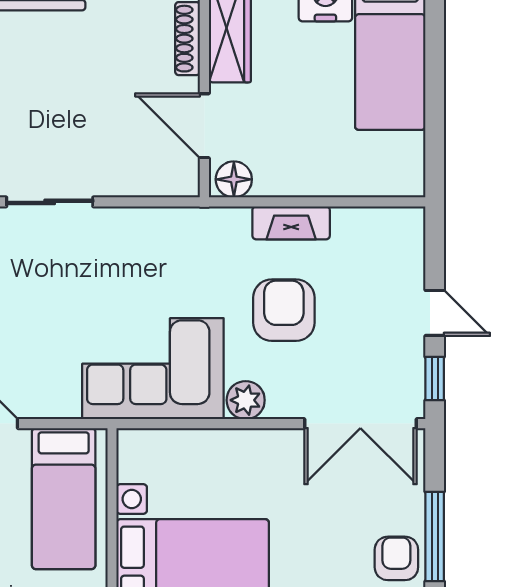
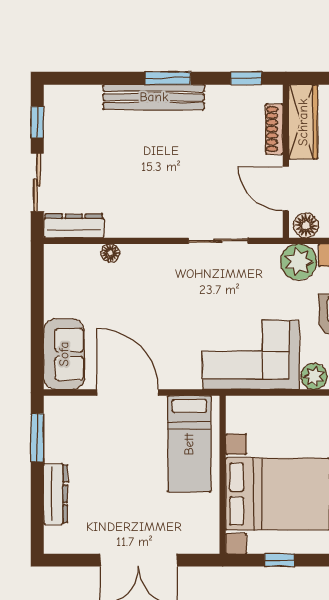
sliding door: (50, 202) -> (218, 241), moved
plant: (223, 233) -> (299, 262), added

